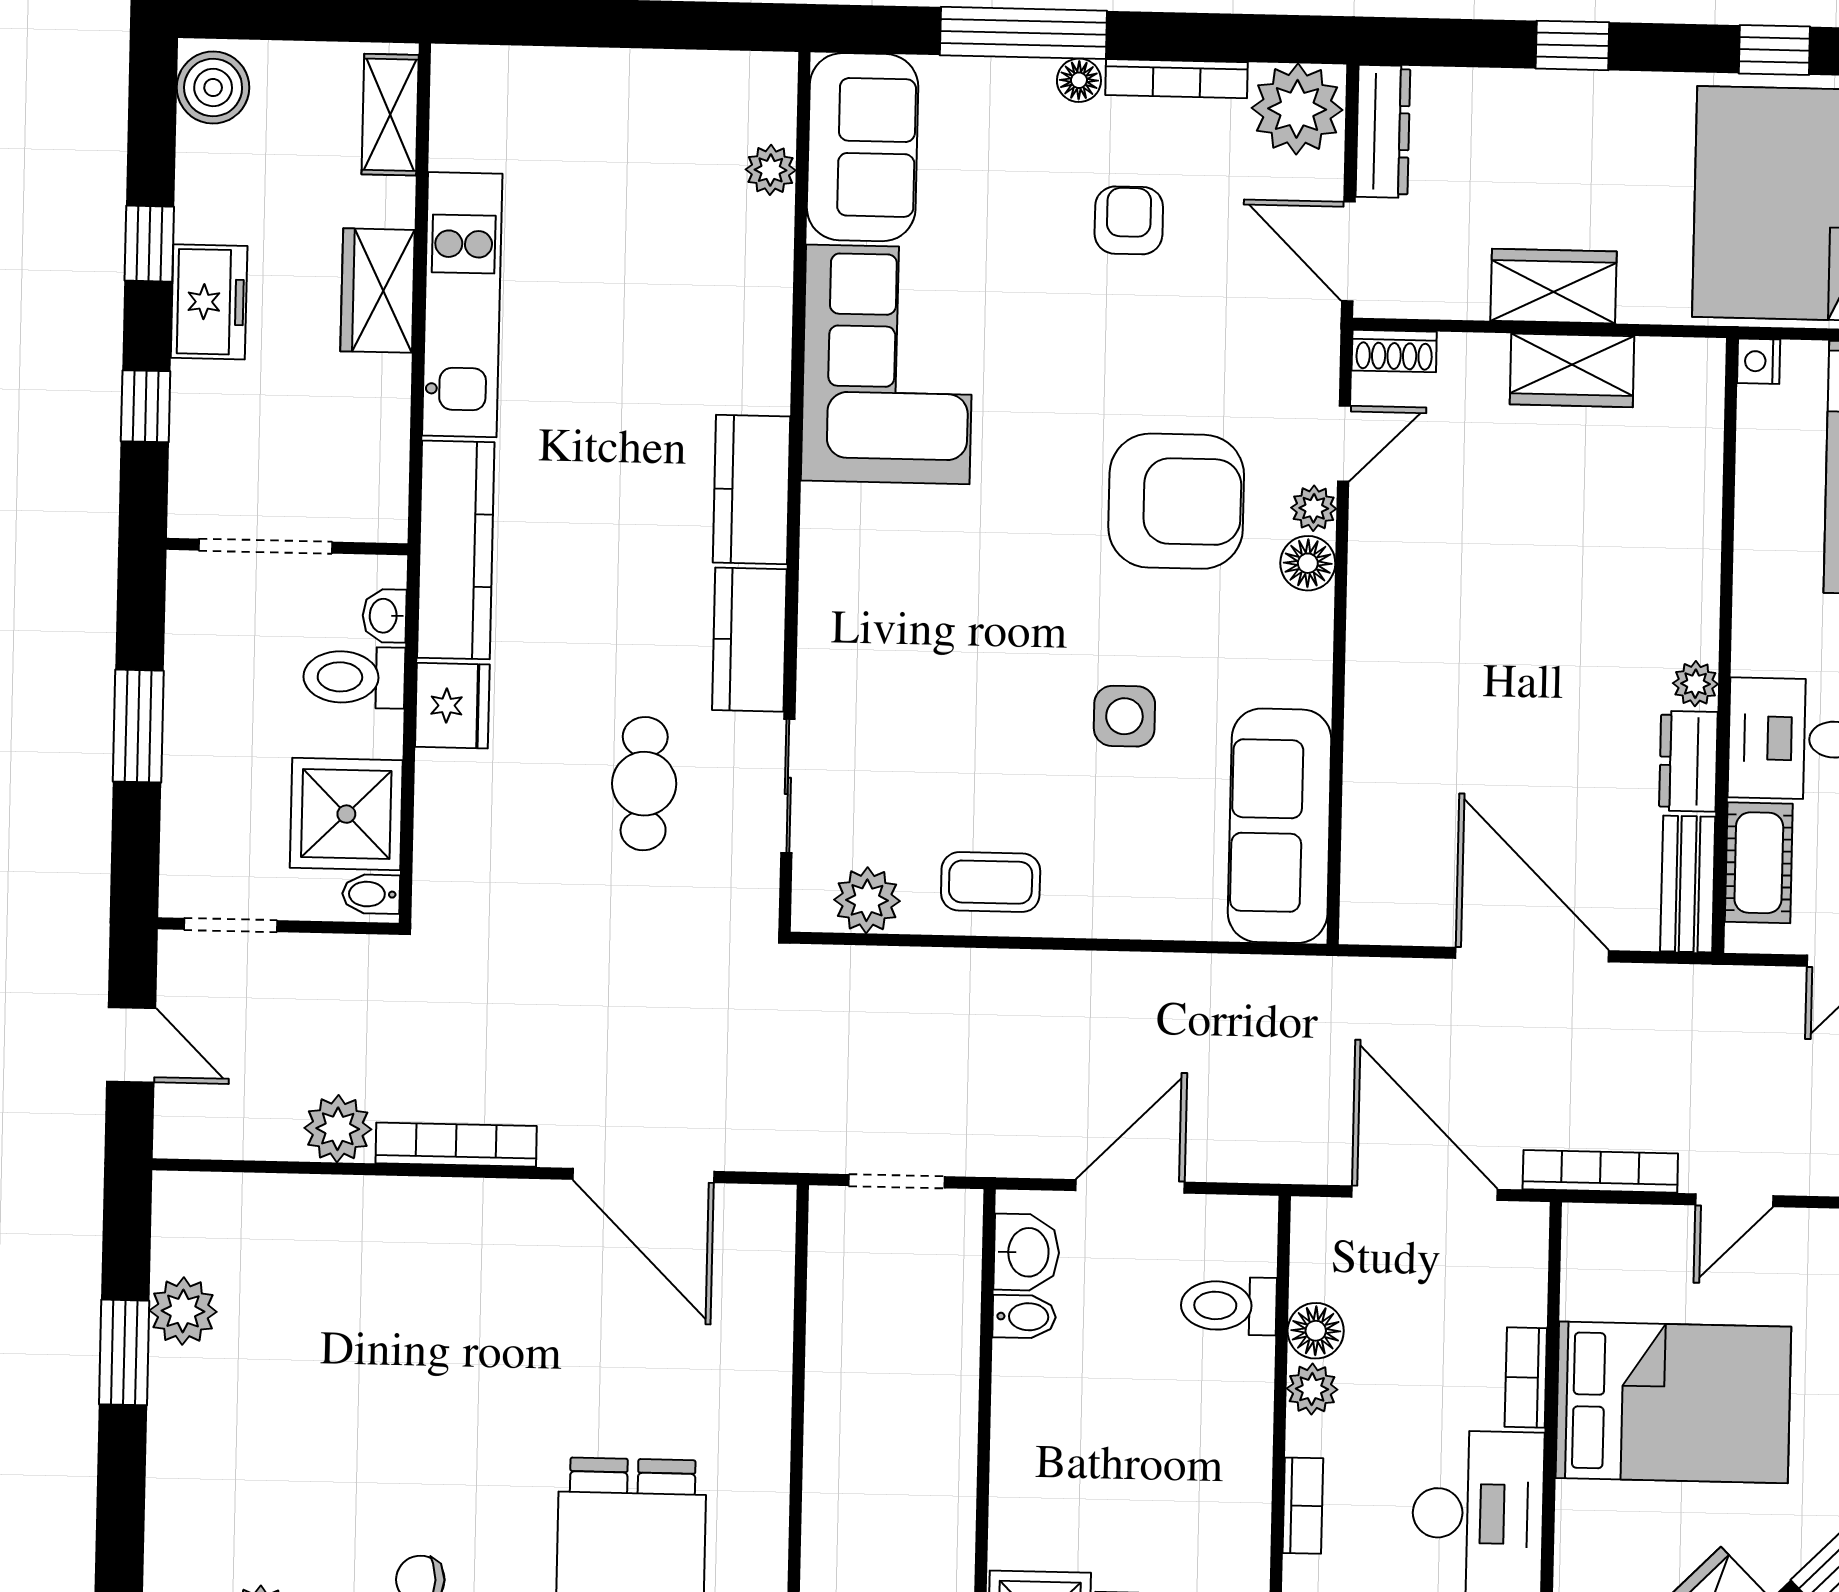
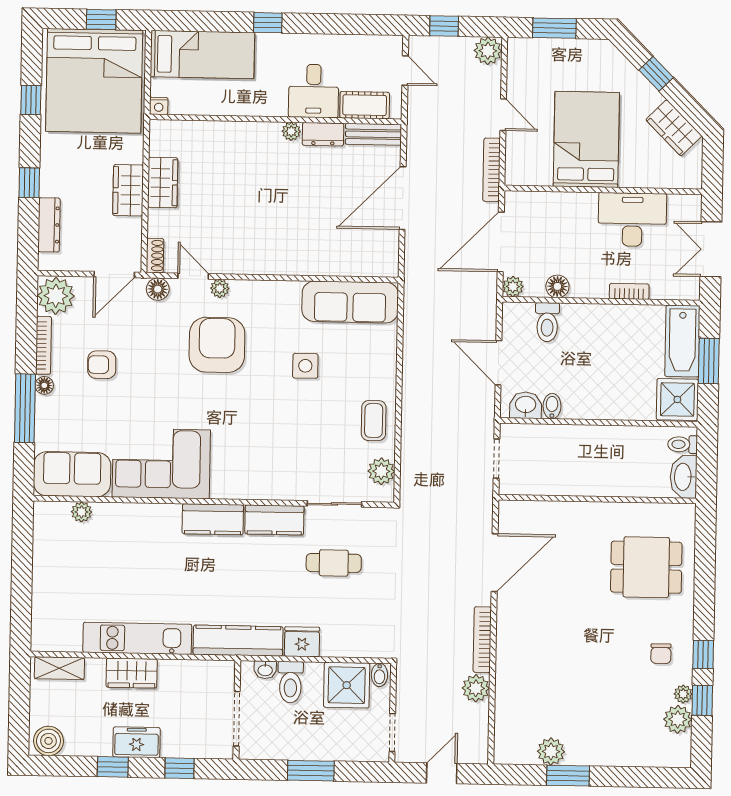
dresser: (1383, 131) -> (49, 225), moved, turned 90
floor lamp: (1308, 563) -> (158, 289), moved
bookcase: (1526, 1377) -> (576, 200), removed
plant: (1312, 1389) -> (513, 287), moved

